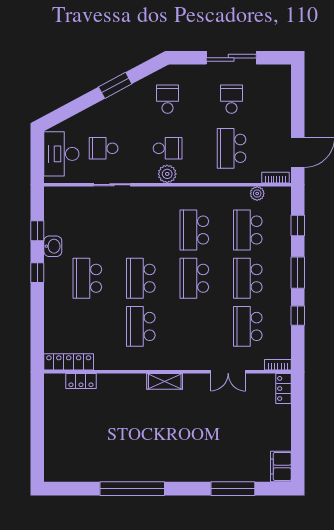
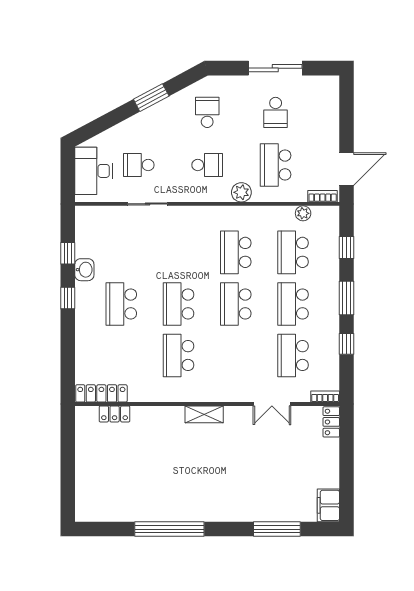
school desk: (232, 99) -> (276, 112), turned 180
plant: (167, 174) -> (241, 192), moved

